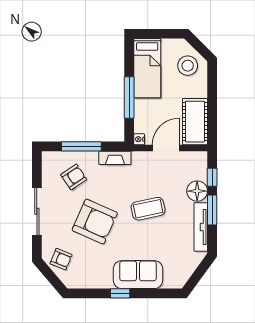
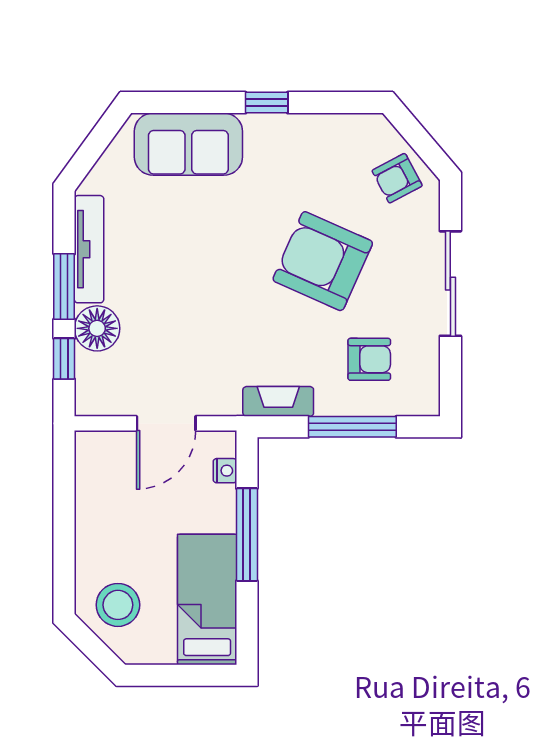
cot: (195, 122) -> (102, 482), removed
nightstand: (139, 139) -> (225, 471), moved
armchair: (74, 177) -> (369, 359), turned -146
coffee table: (148, 209) -> (205, 289), removed
armchair: (61, 259) -> (397, 178), turned -50
sofa: (138, 275) -> (188, 144), moved

